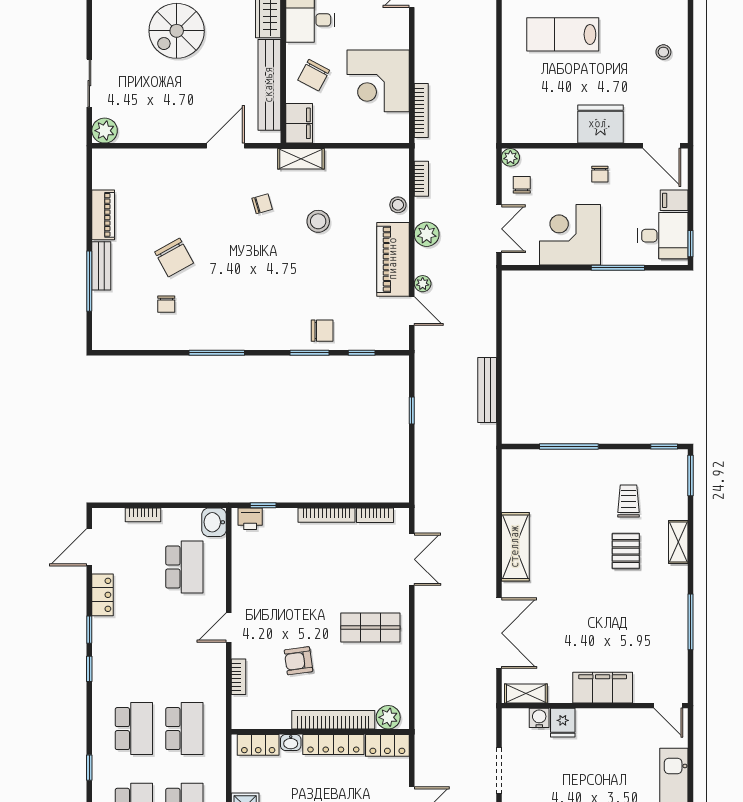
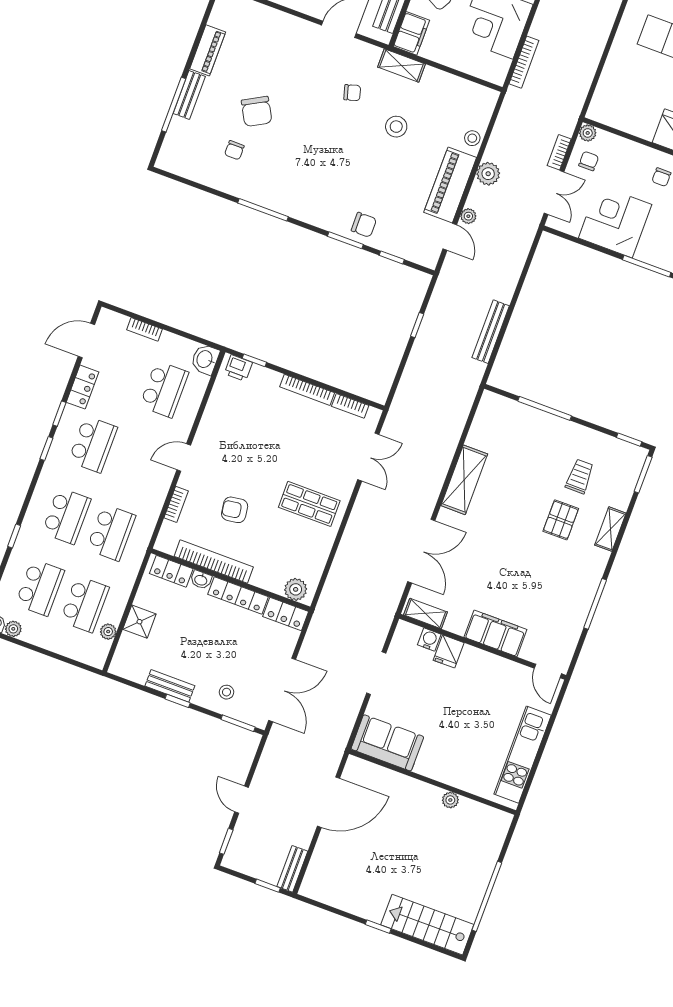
bookcase: (421, 179) -> (559, 152), moved, turned 180
school desk: (134, 648) -> (93, 444), added
bookcase: (333, 720) -> (214, 562), moved

